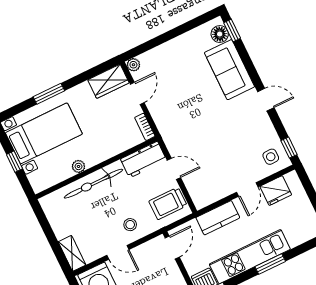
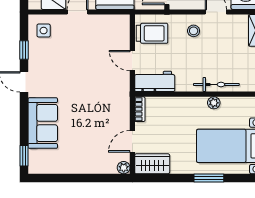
floor lamp: (220, 34) -> (36, 158), removed
window: (289, 148) -> (24, 50), moved
bicycle: (93, 184) -> (216, 85), width x0.73, depth x0.71

